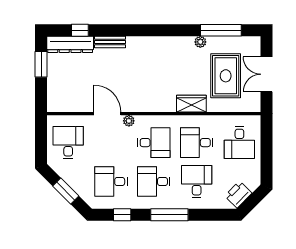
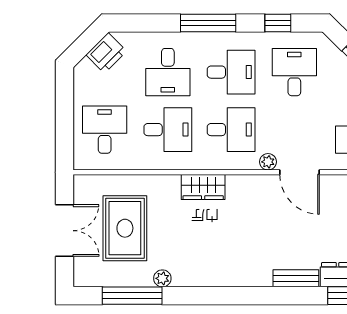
wardrobe: (191, 104) -> (203, 187), moved
desk: (154, 143) -> (231, 130), turned 180
desk: (111, 182) -> (294, 72), turned -90

